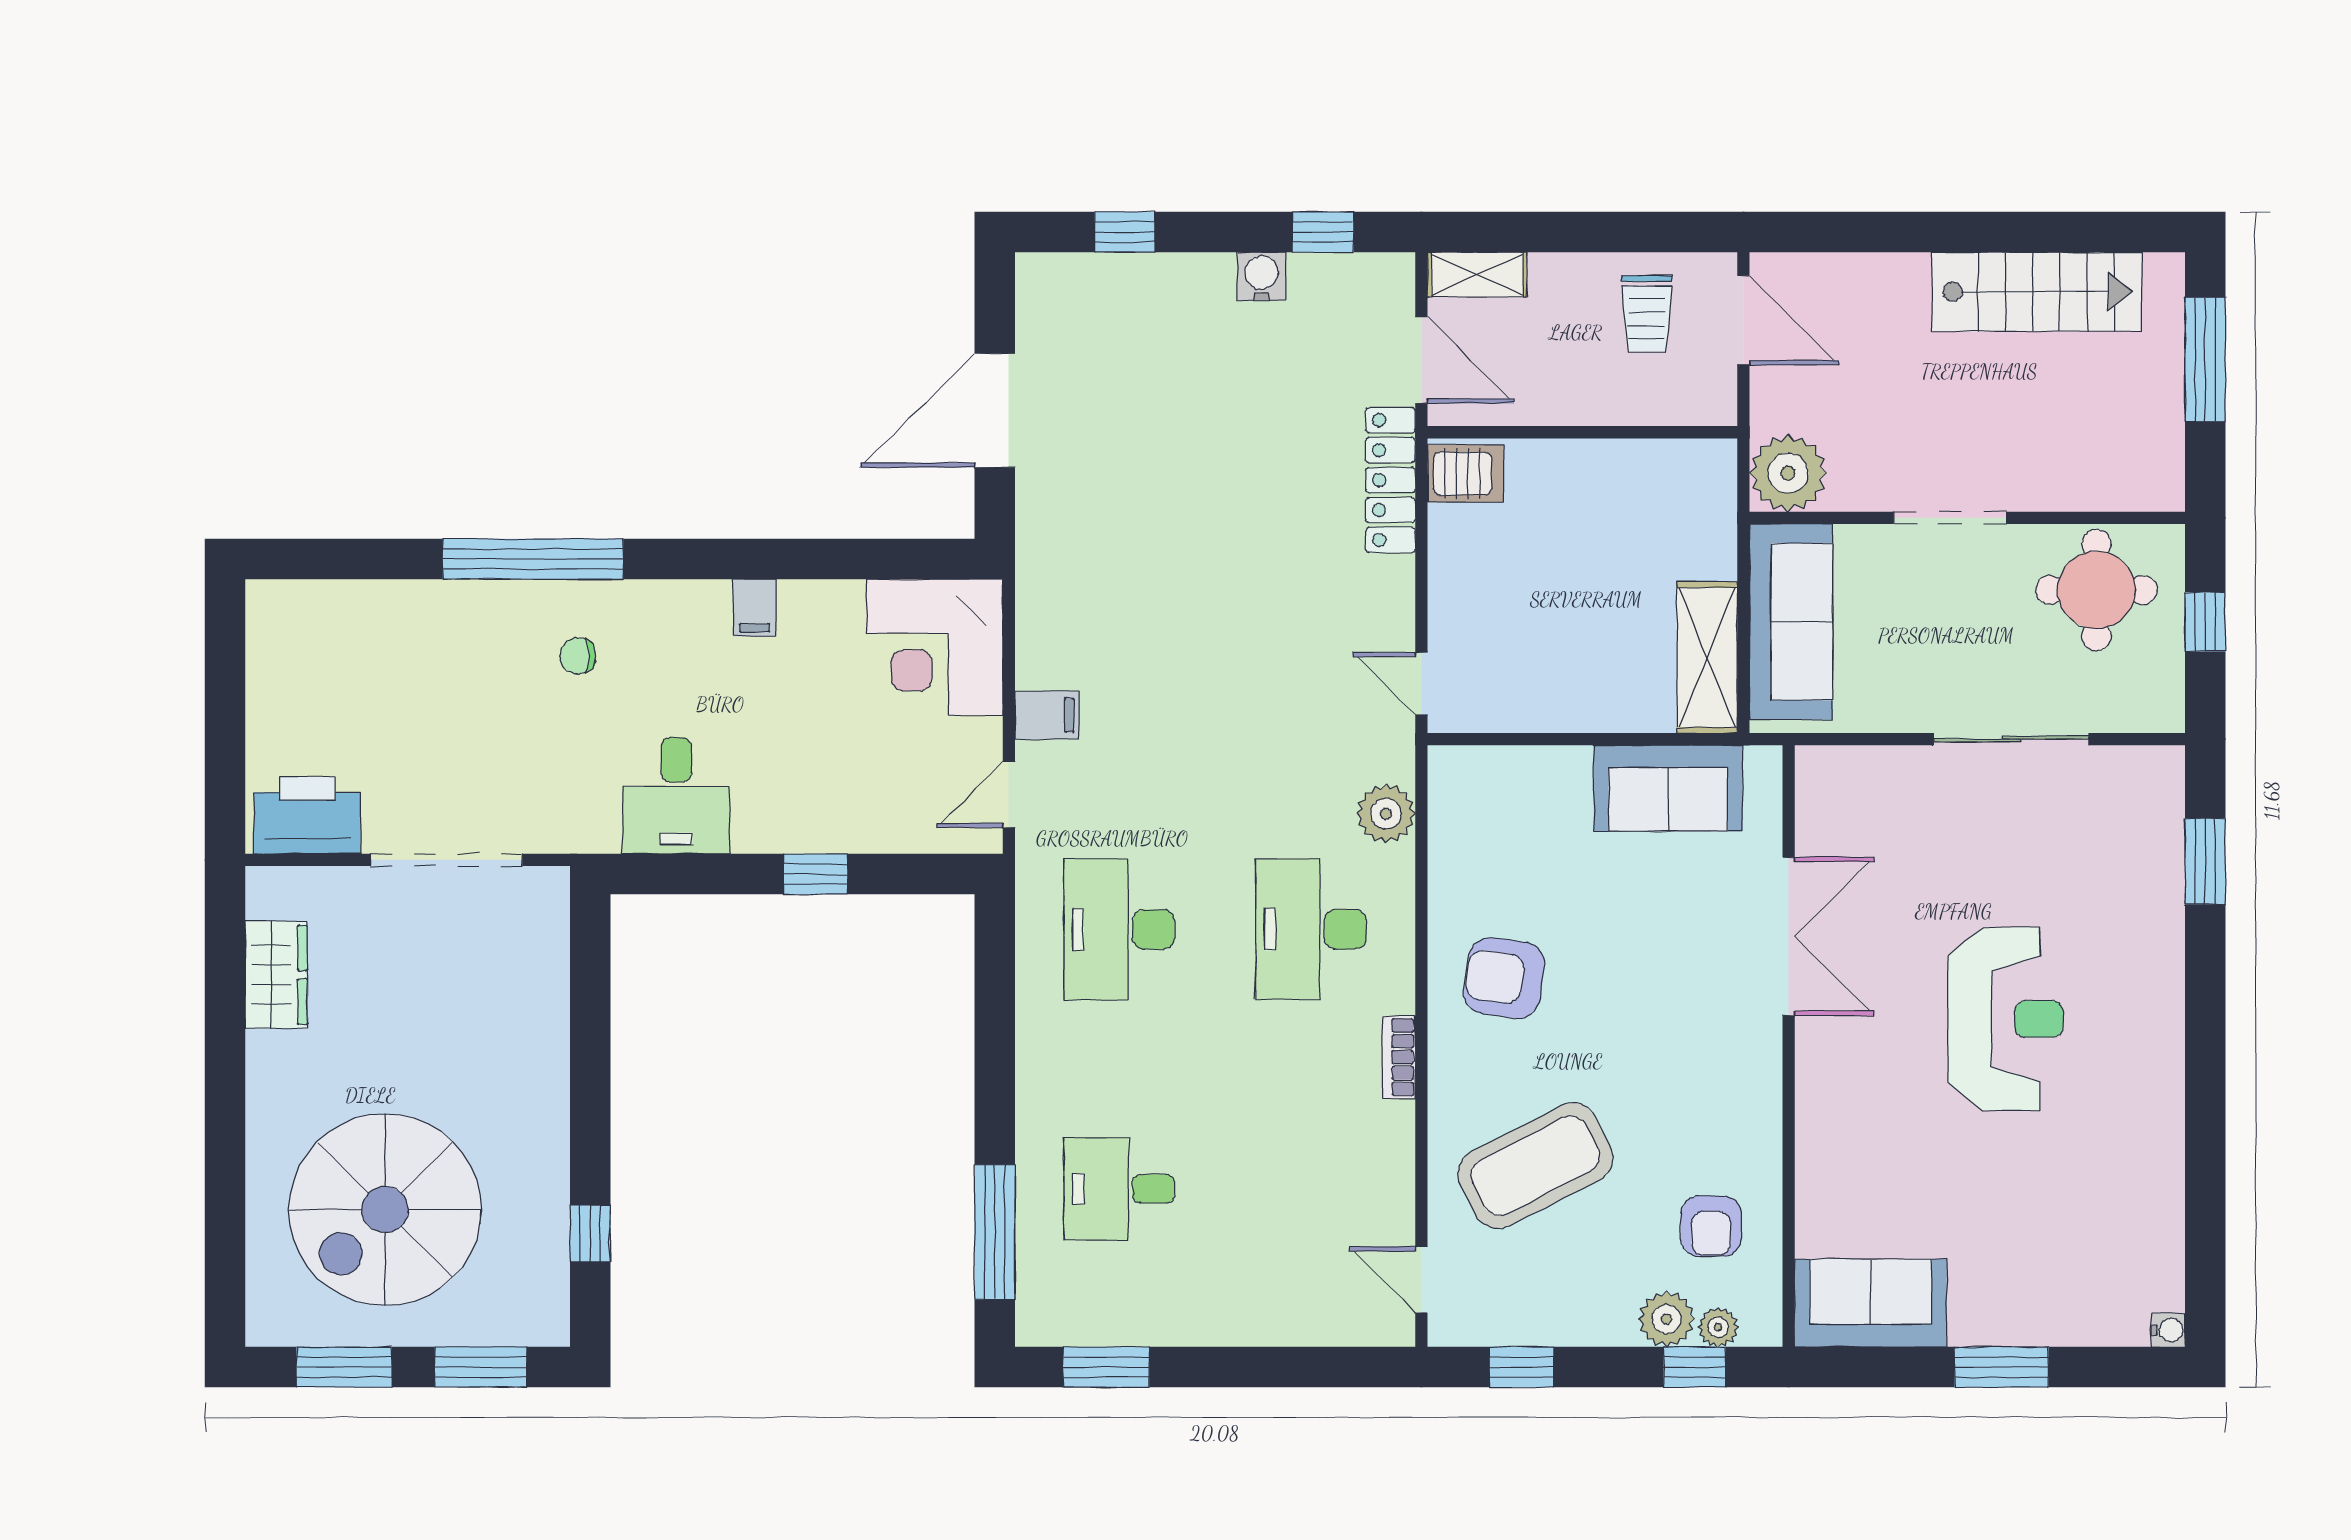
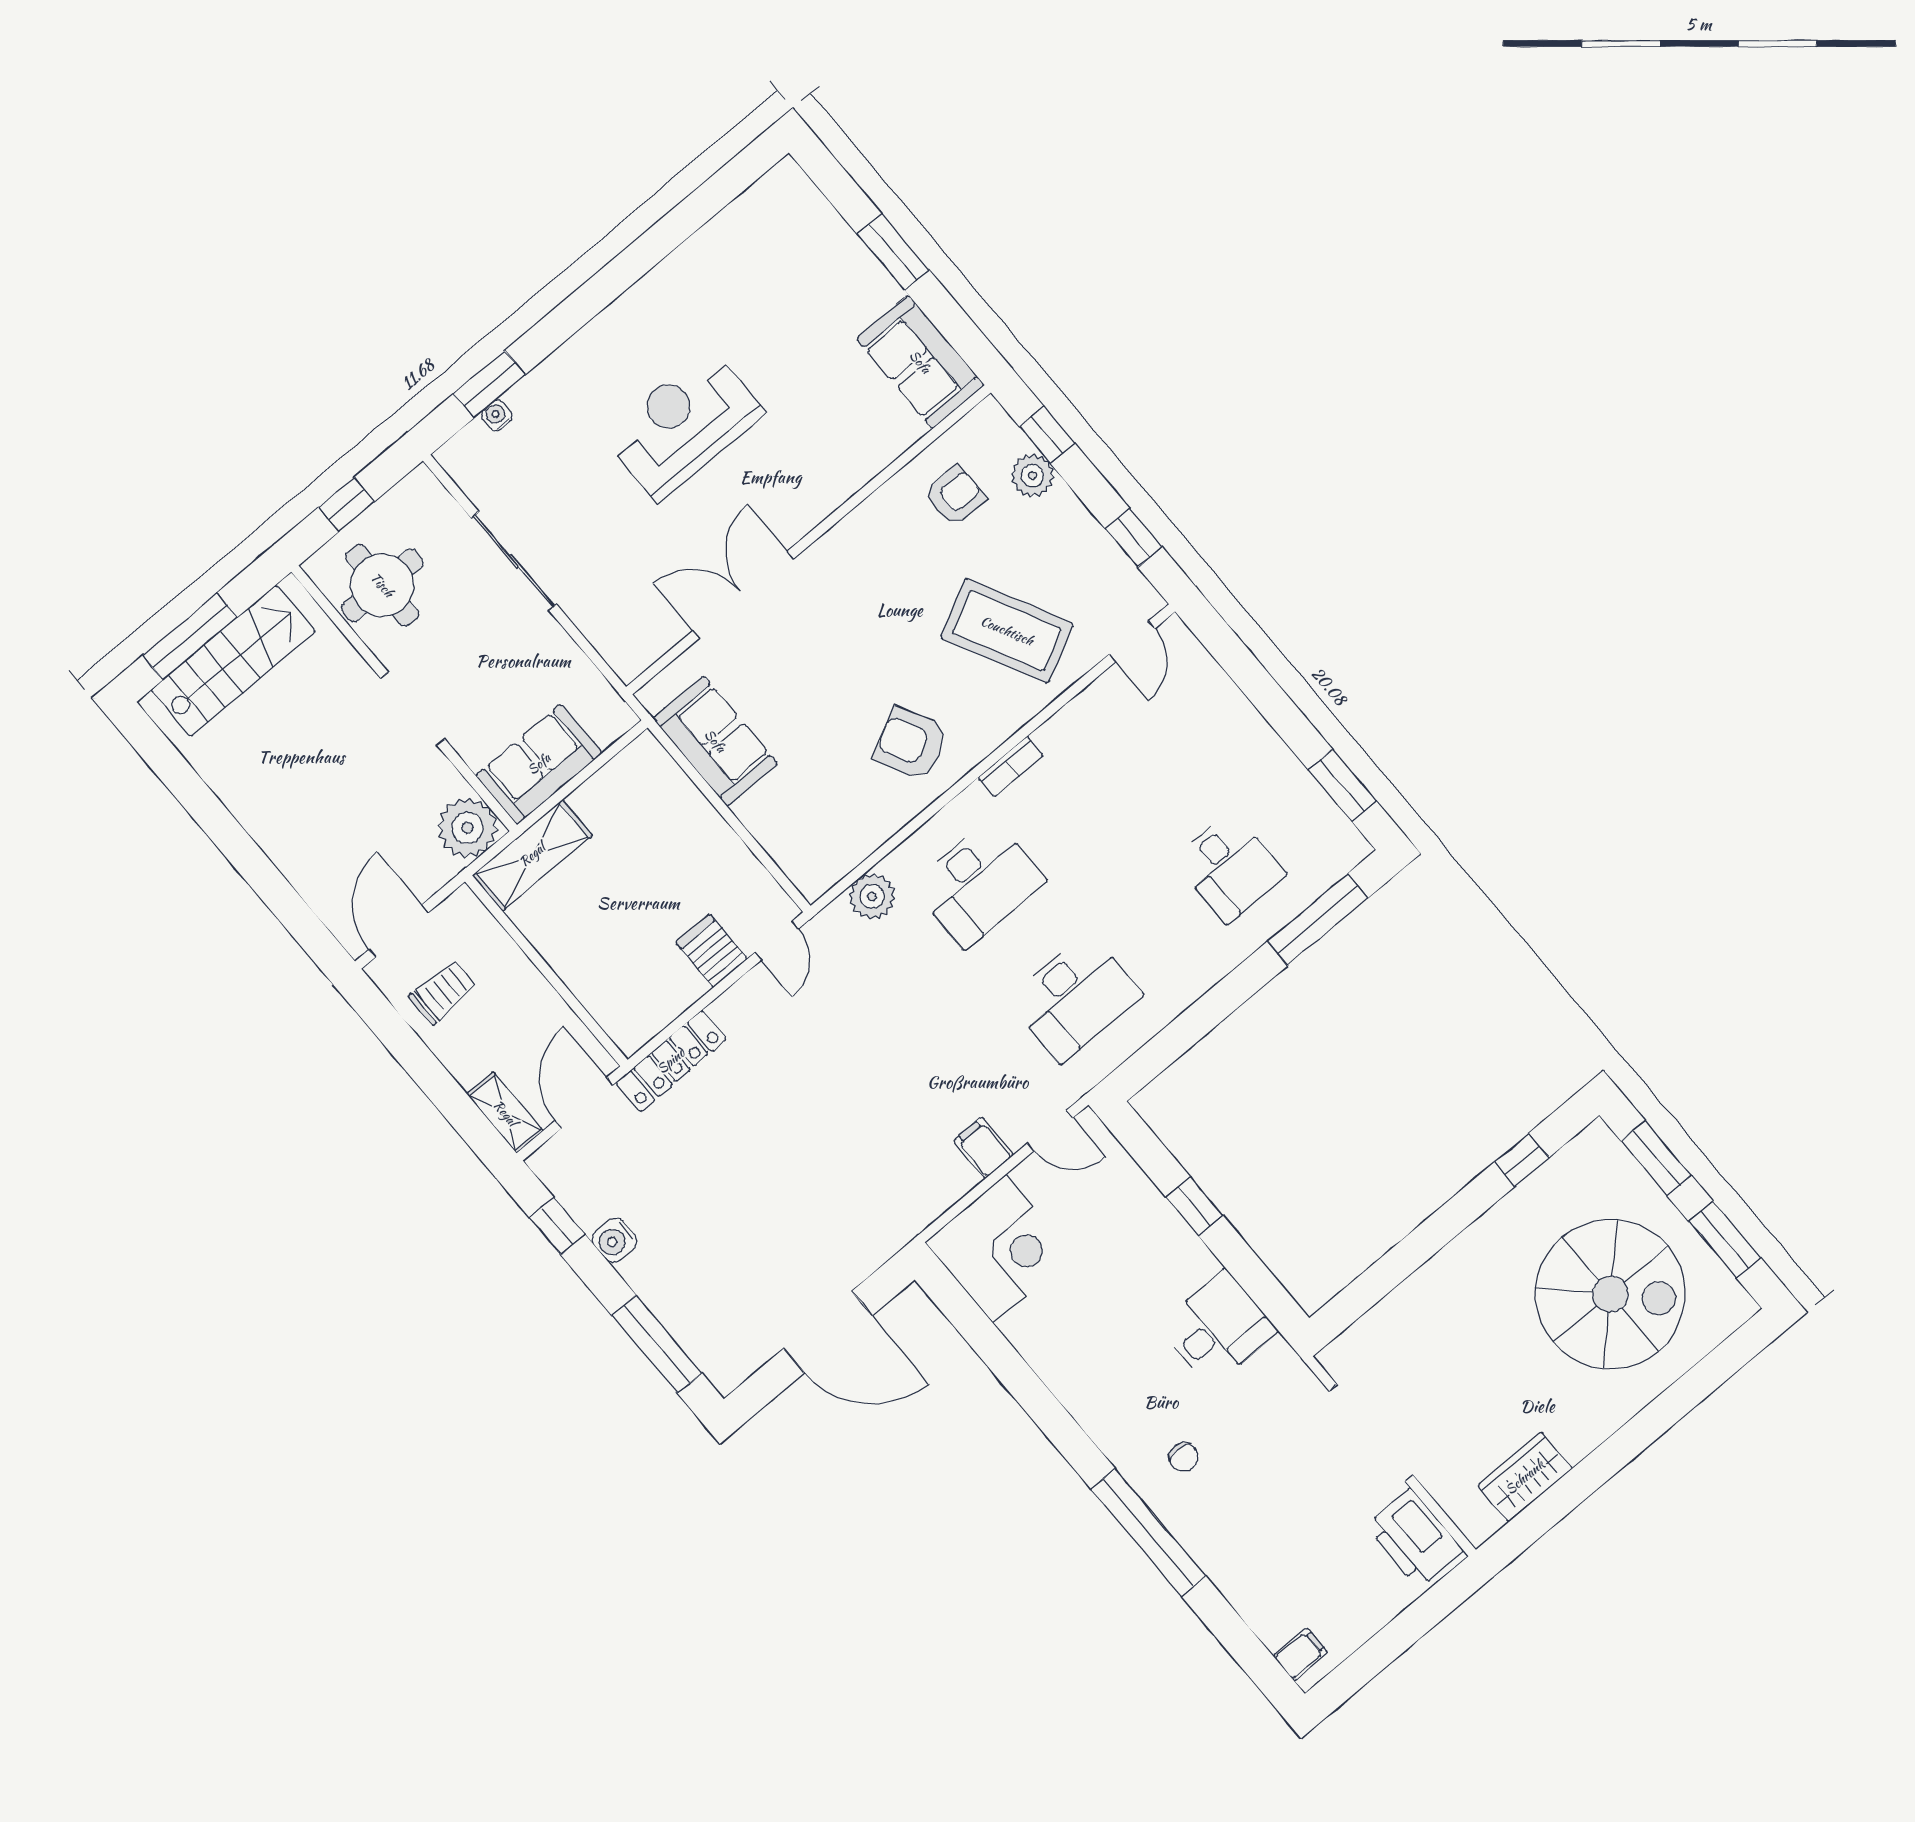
window: (1125, 232) -> (657, 1344), width x2.17
stairs: (2037, 292) -> (233, 661), moved, turned 90
server rack: (1466, 474) -> (711, 951), moved
filing cabinet: (755, 608) -> (1300, 1654), moved
sofa: (1791, 622) -> (539, 764), width x0.73
shelving: (1707, 657) -> (532, 855), moved
armchair: (1504, 978) -> (911, 744), turned 145
plant: (1718, 1327) -> (1011, 441), removed
water cooler: (2168, 1330) -> (497, 416), moved

